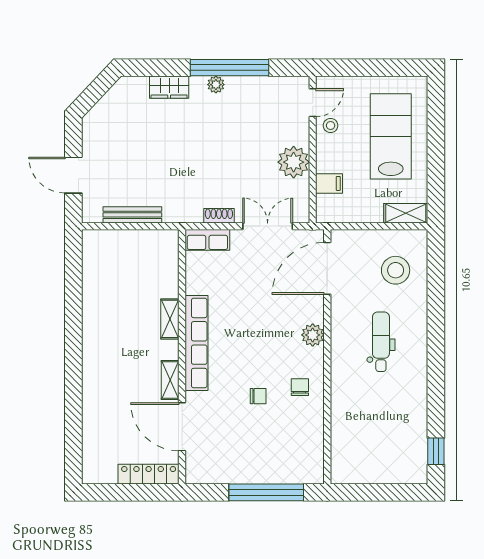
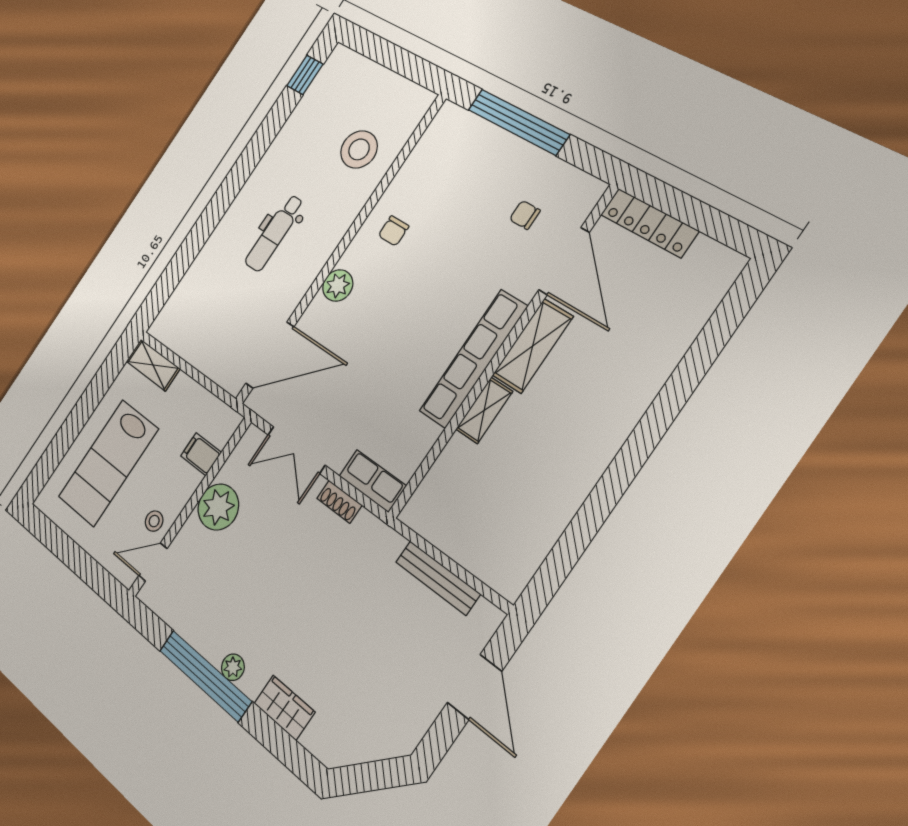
stool: (396, 270) -> (359, 149), moved
shelving: (170, 380) -> (533, 346), width x1.50, depth x1.33
chair: (258, 396) -> (525, 215), moved

